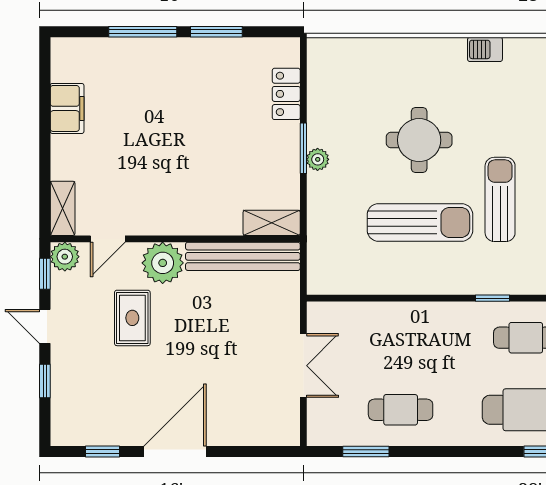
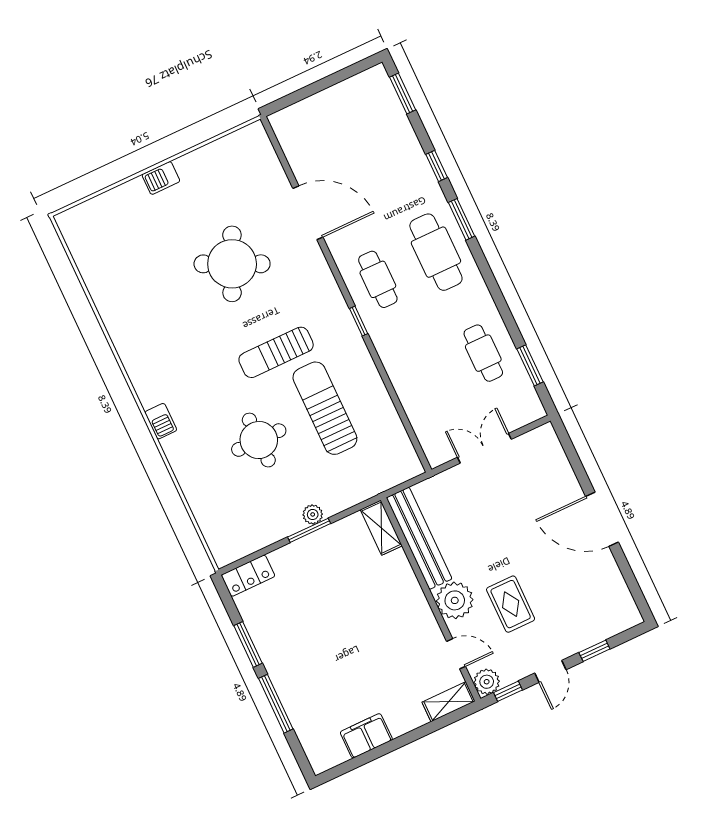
locker: (286, 94) -> (248, 576), moved
rug: (132, 318) -> (511, 604), turned 90
window: (103, 451) -> (629, 578), removed

